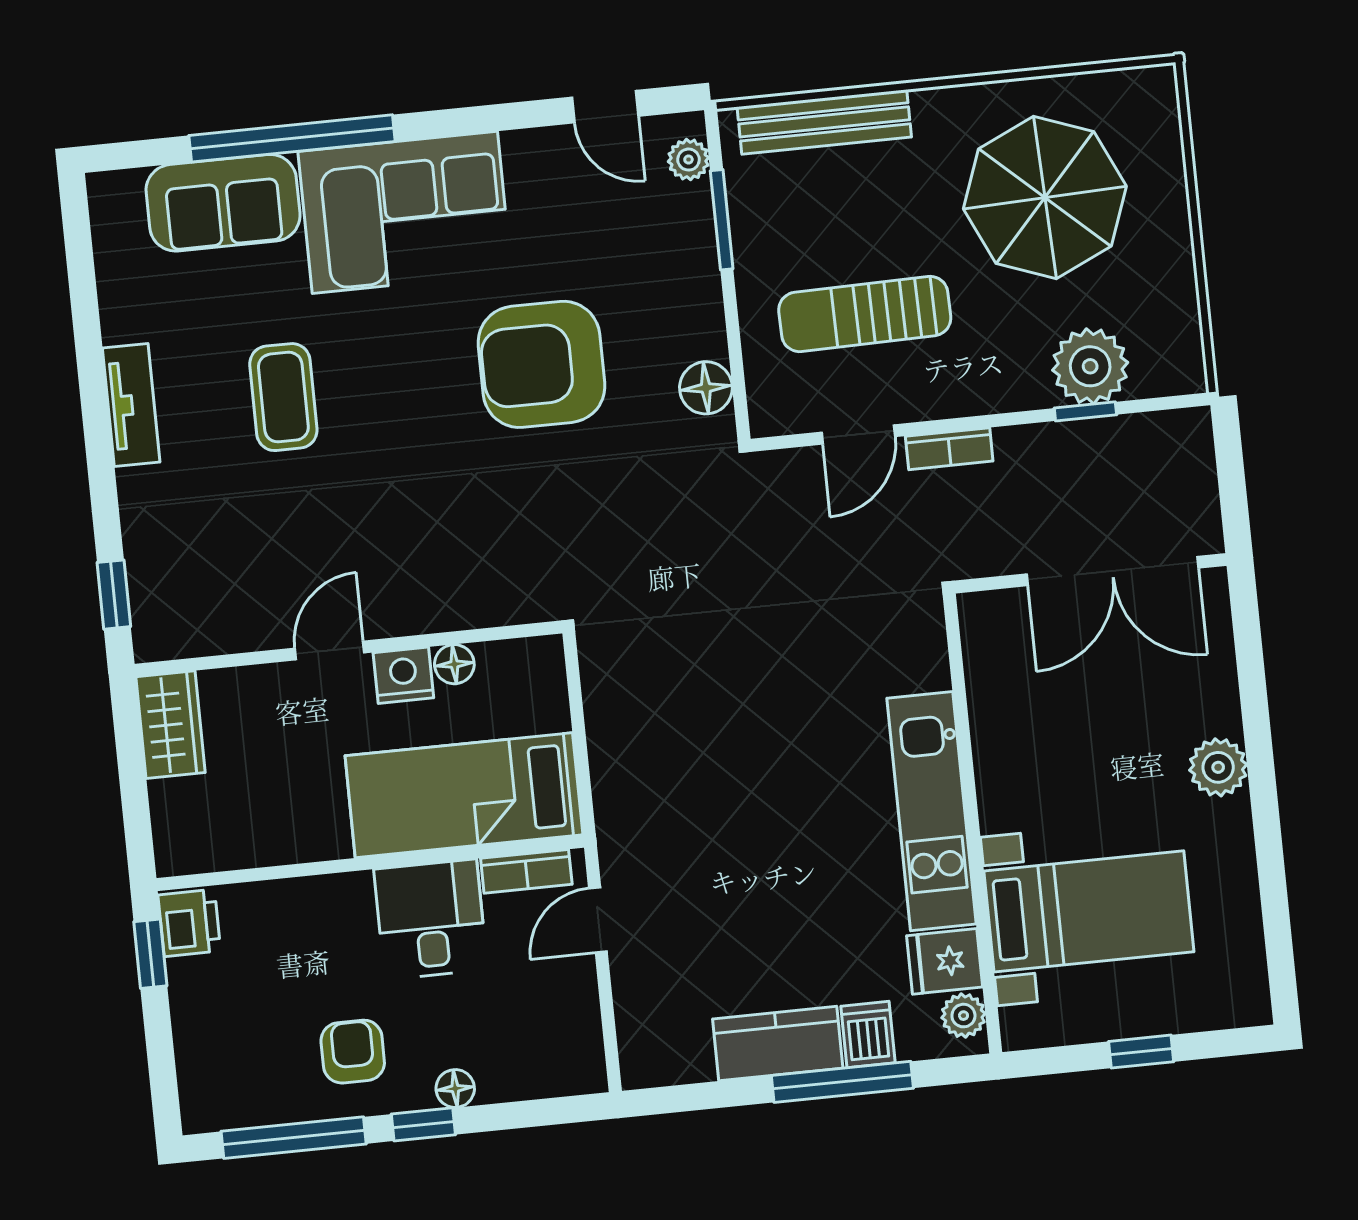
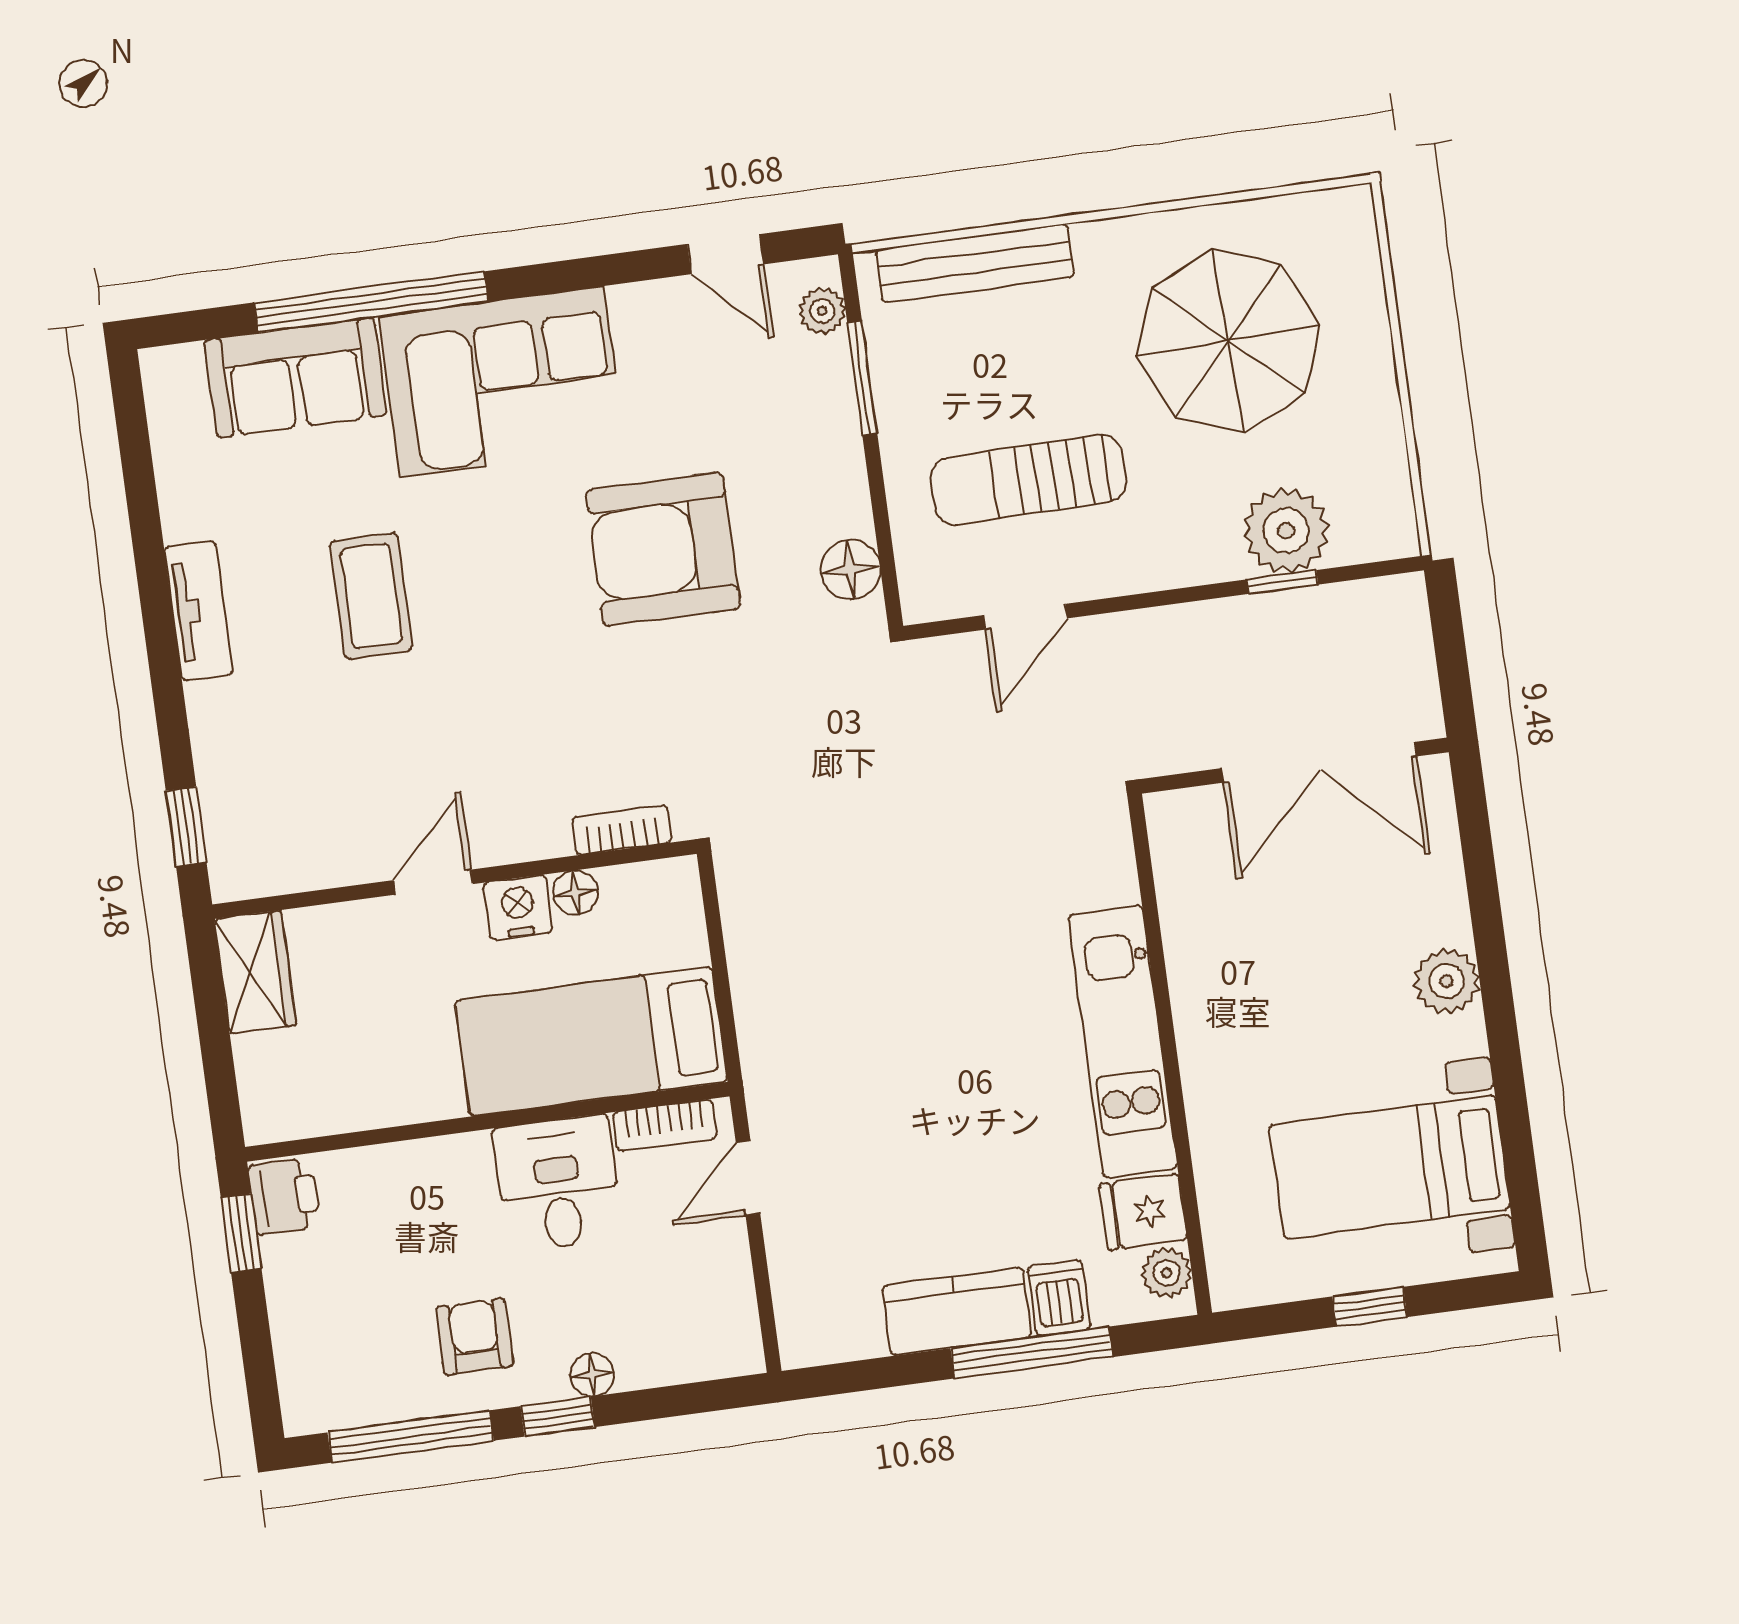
bookcase: (949, 449) -> (622, 830), moved, turned 180
bed with nightstands: (1089, 911) -> (1390, 1167), moved, turned 180

